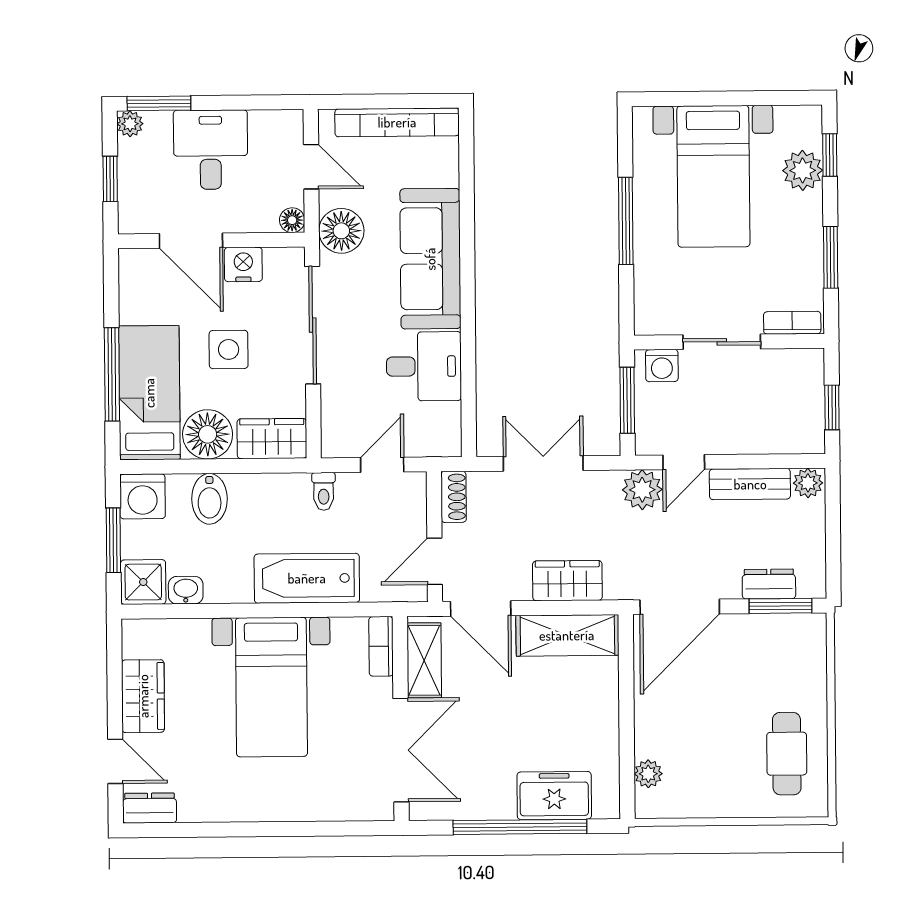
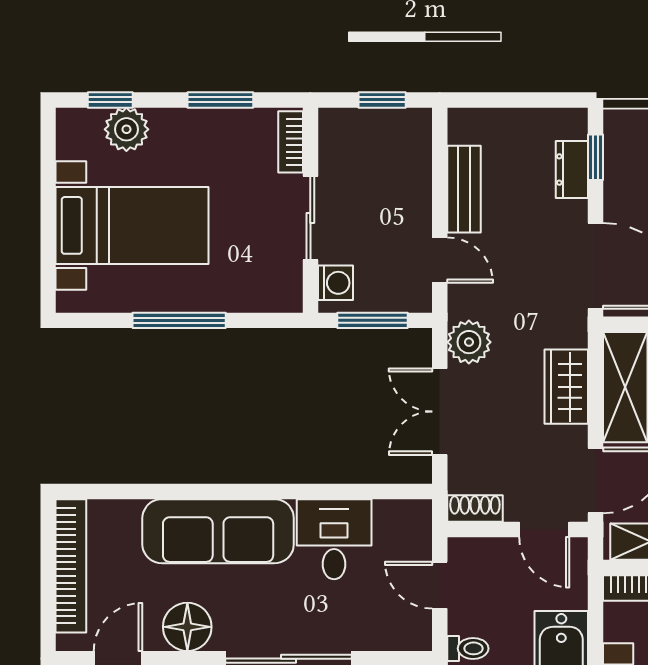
plant: (808, 483) -> (463, 127), removed
plant: (642, 490) -> (469, 342), moved
window: (780, 606) -> (596, 157), width x0.67

